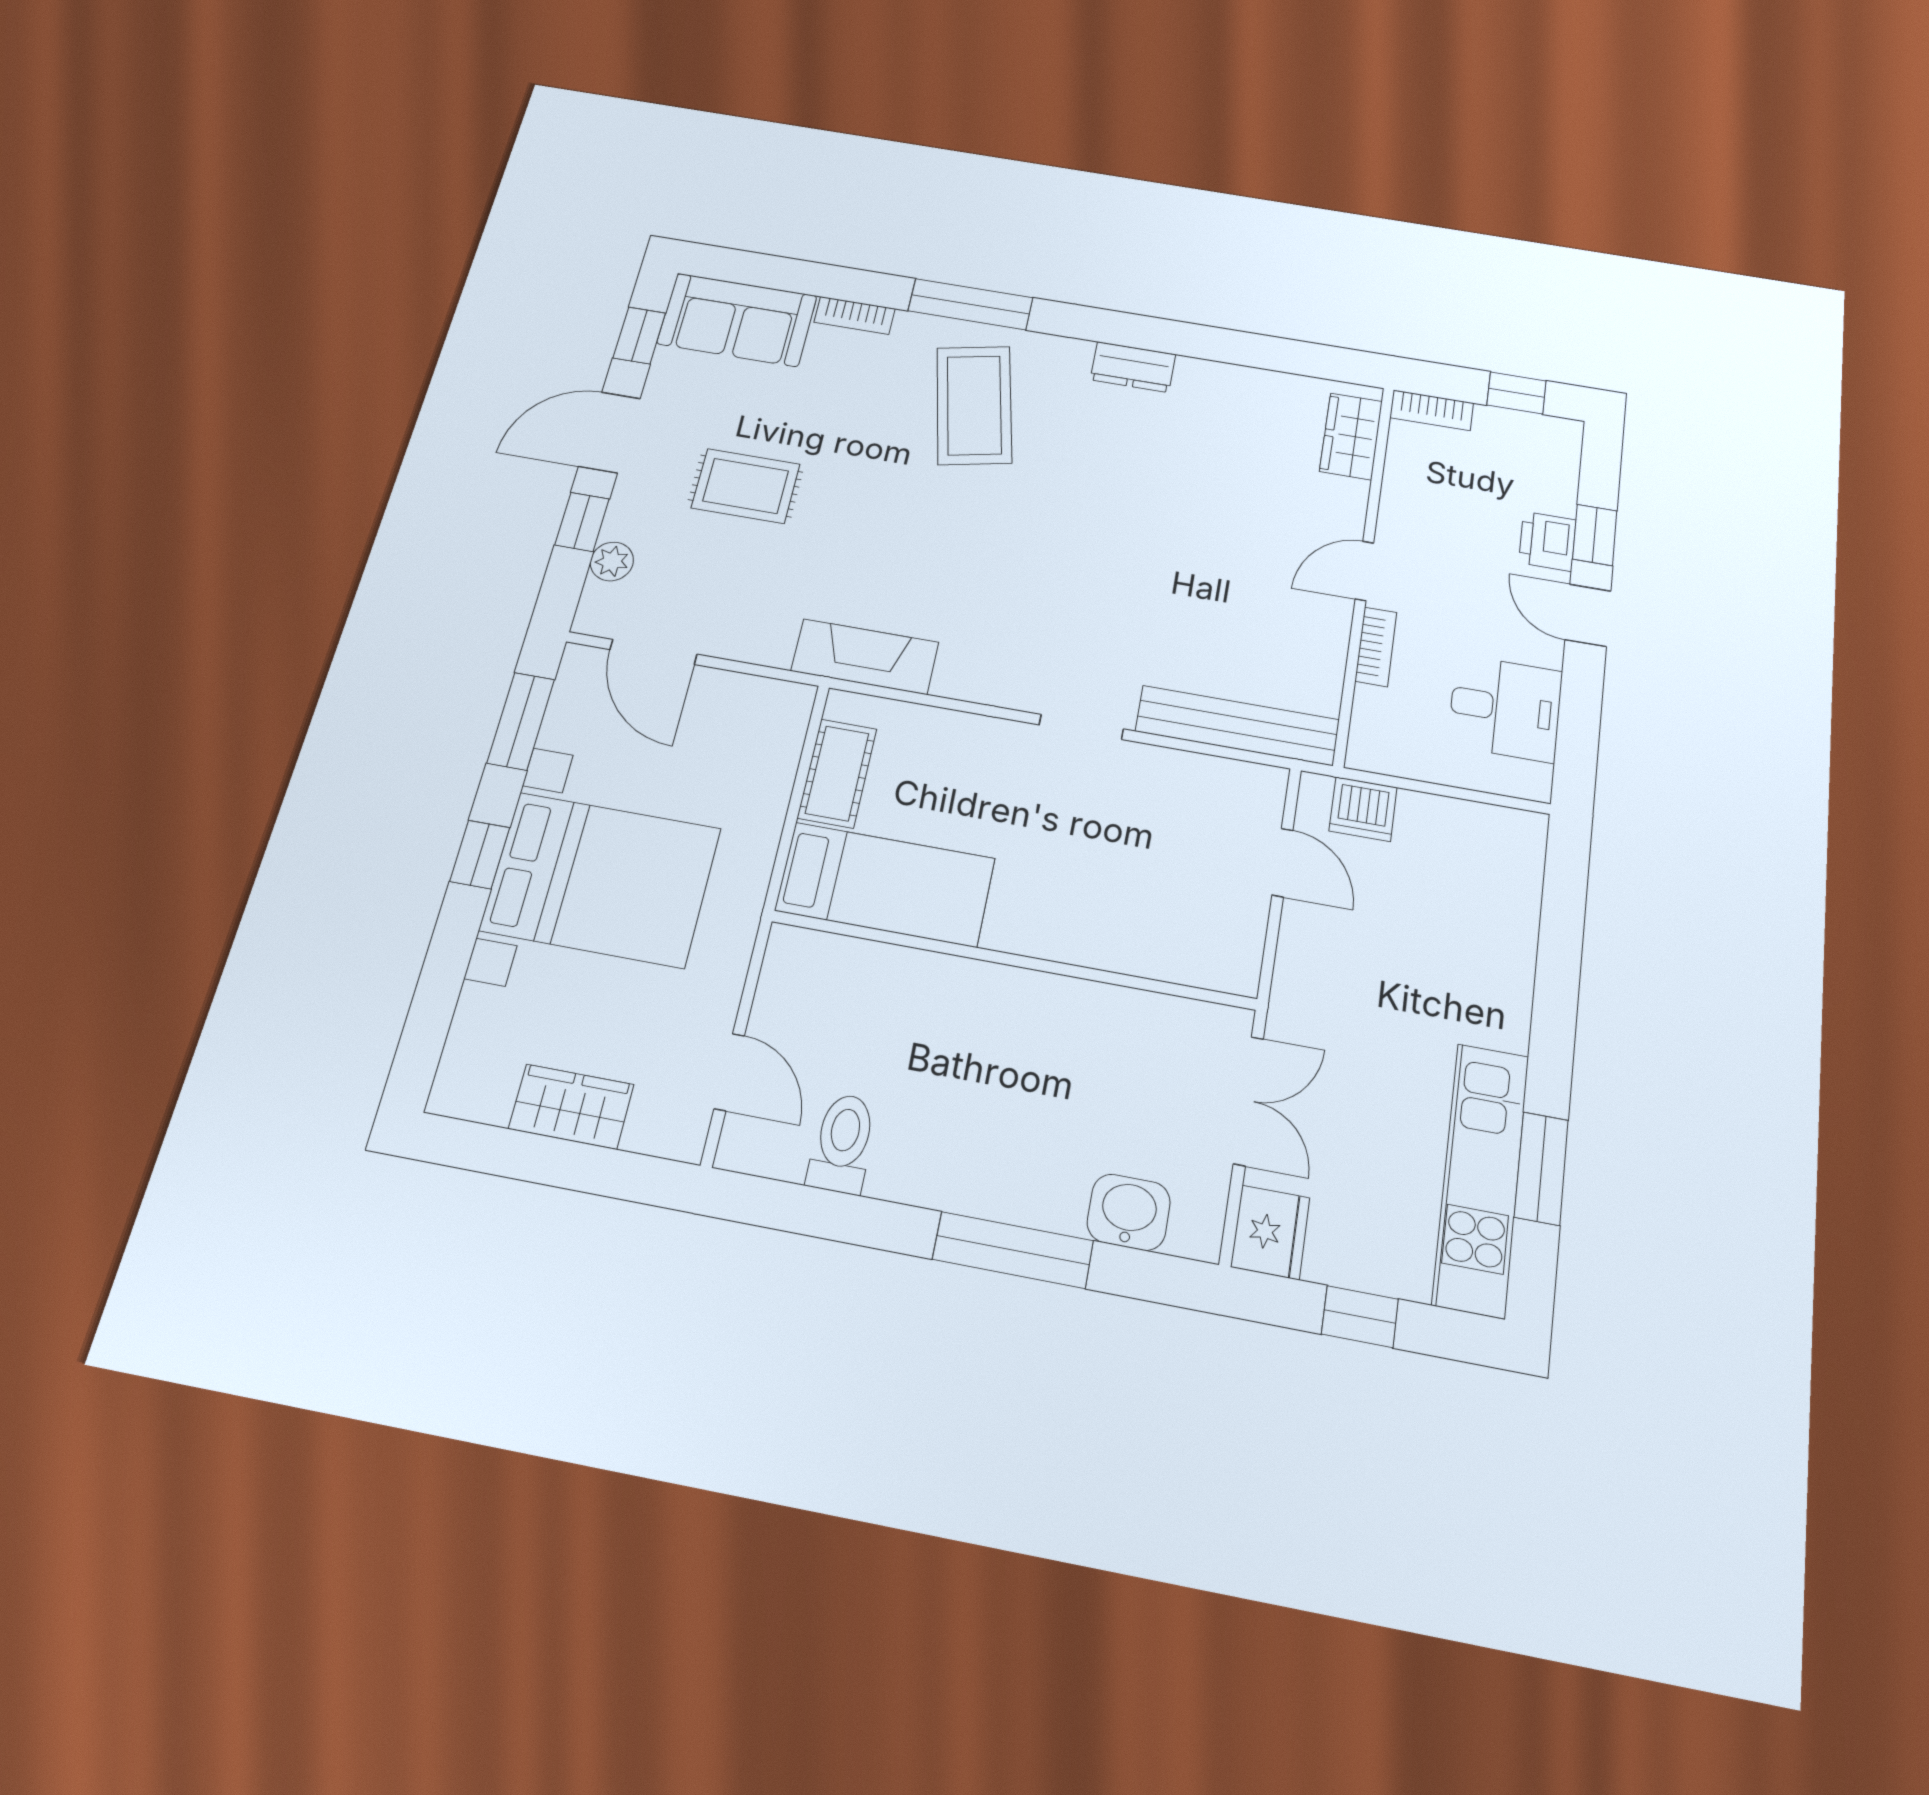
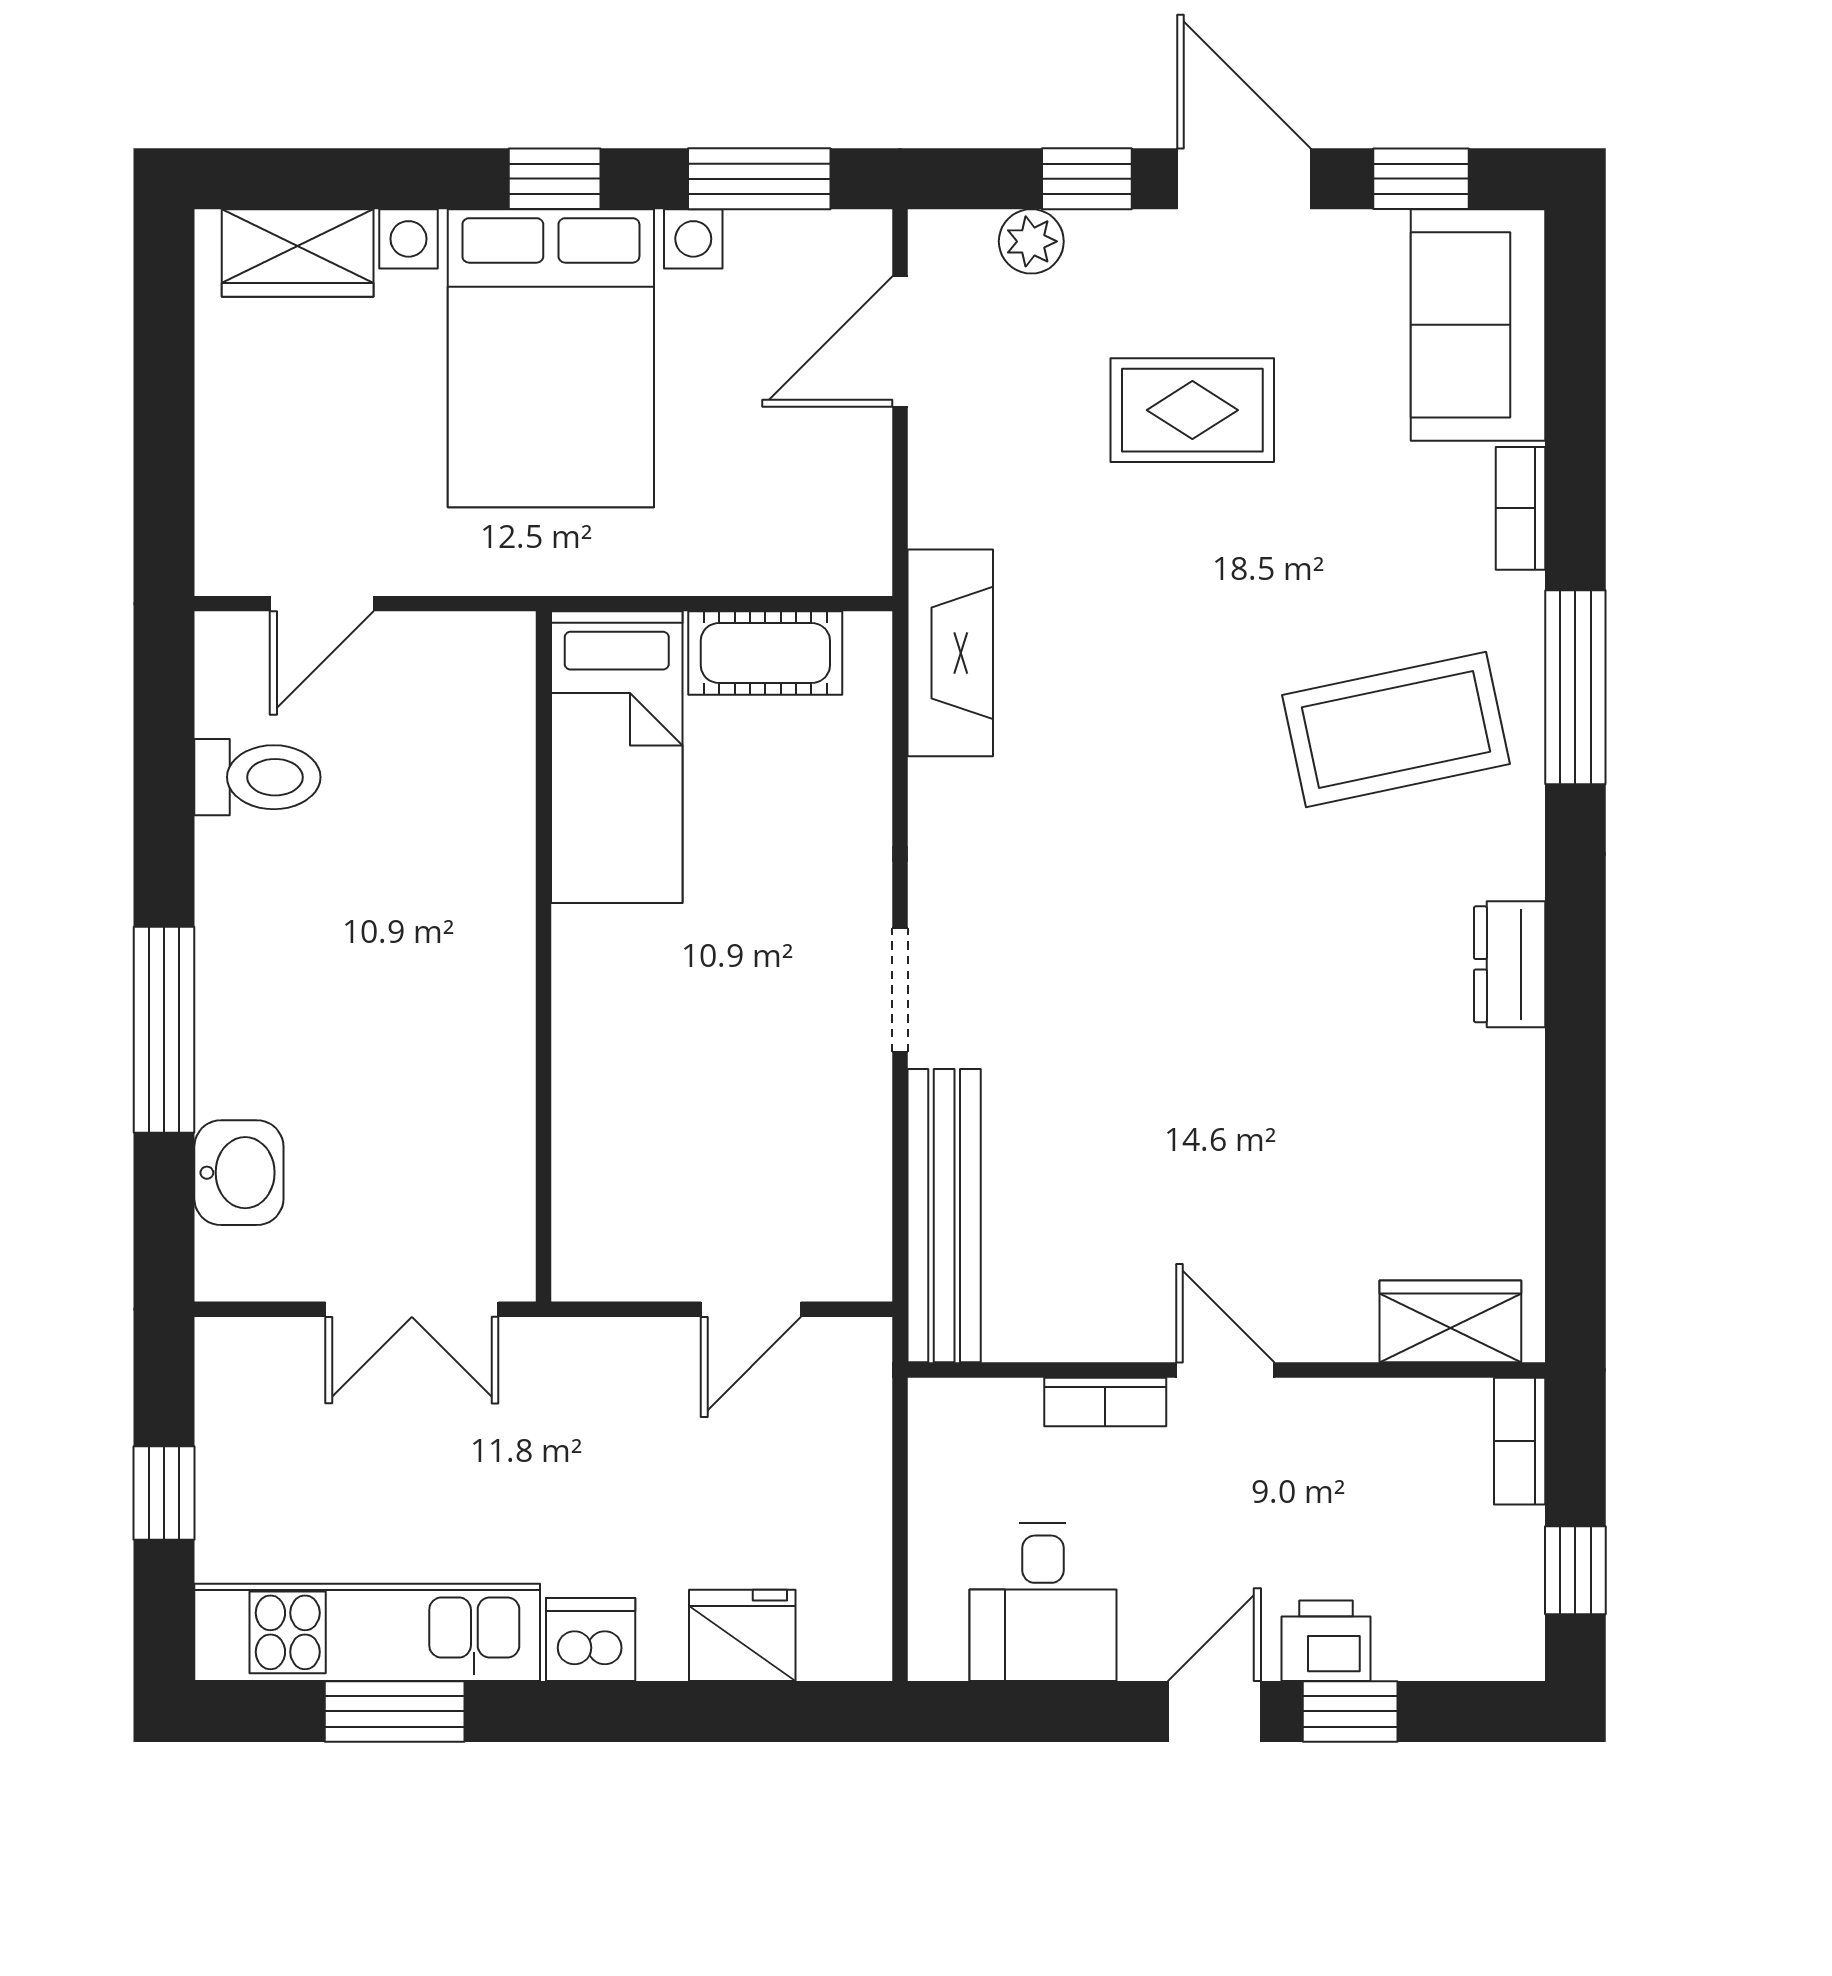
rug: (746, 486) -> (1192, 410), turned 90
dishwasher: (1363, 809) -> (591, 1639), moved, turned 90
wardrobe: (571, 1107) -> (298, 253), moved, turned 90
fridge: (1270, 1232) -> (742, 1635), moved, turned 180

